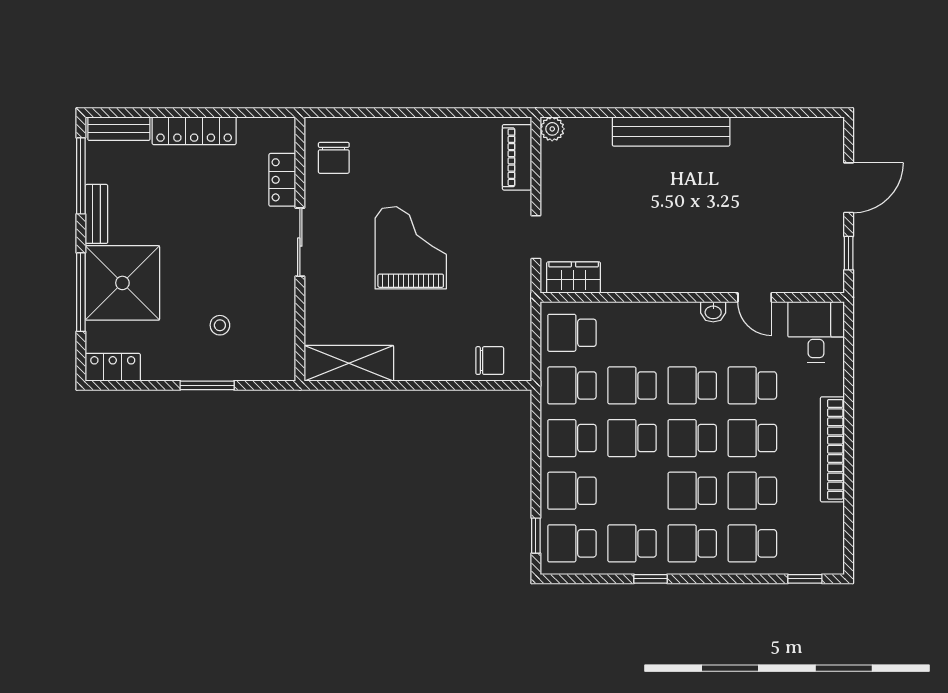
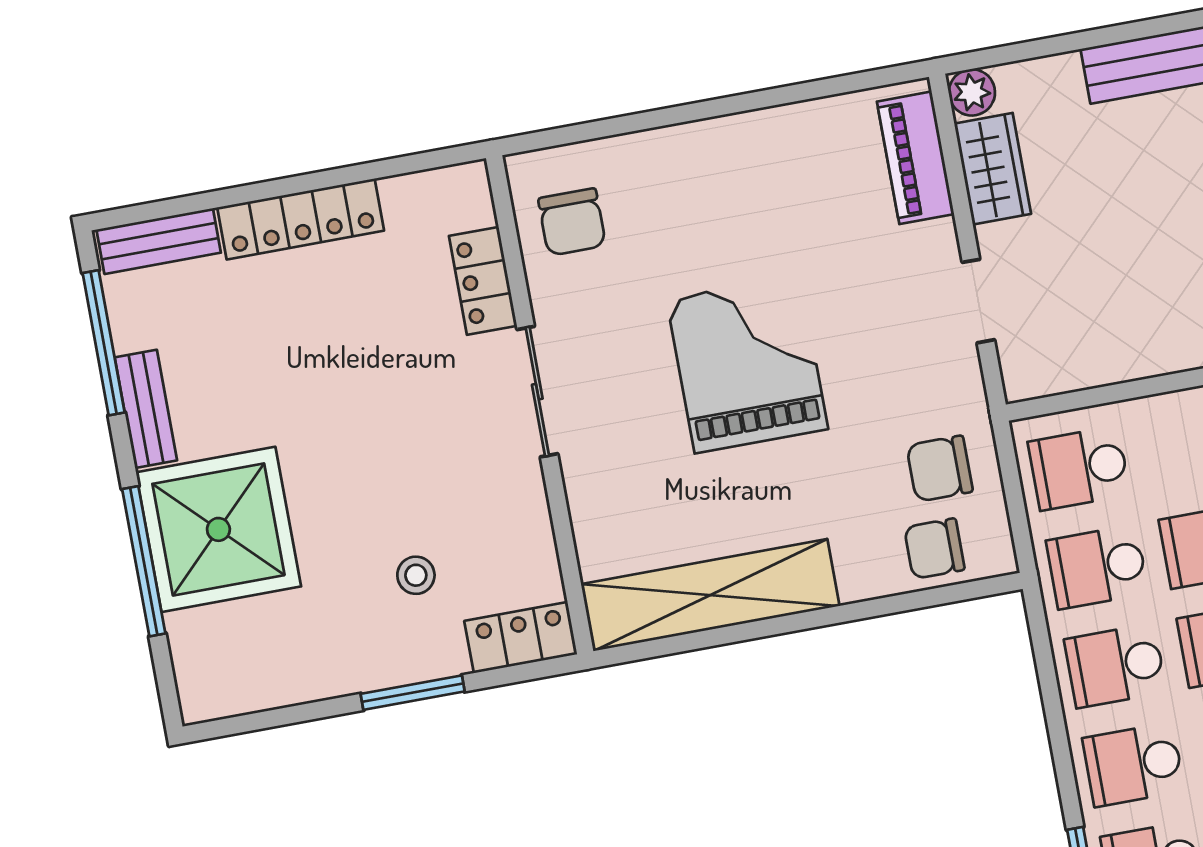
wardrobe: (574, 277) -> (993, 169), moved, turned 90
chair: (500, 320) -> (940, 469), added
chair: (490, 361) -> (934, 549), turned 180
shelving: (349, 363) -> (710, 595), width x1.47
locker: (113, 367) -> (521, 638), moved

